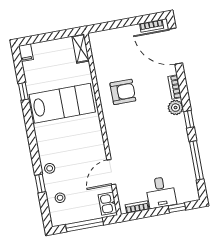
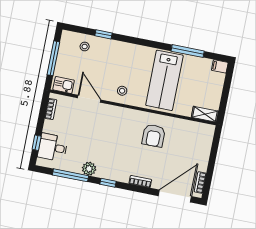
window: (23, 91) -> (188, 51), width x2.17
plant: (176, 108) -> (89, 169), moved
stool: (50, 168) -> (122, 91), moved
desk: (161, 192) -> (53, 147), moved

